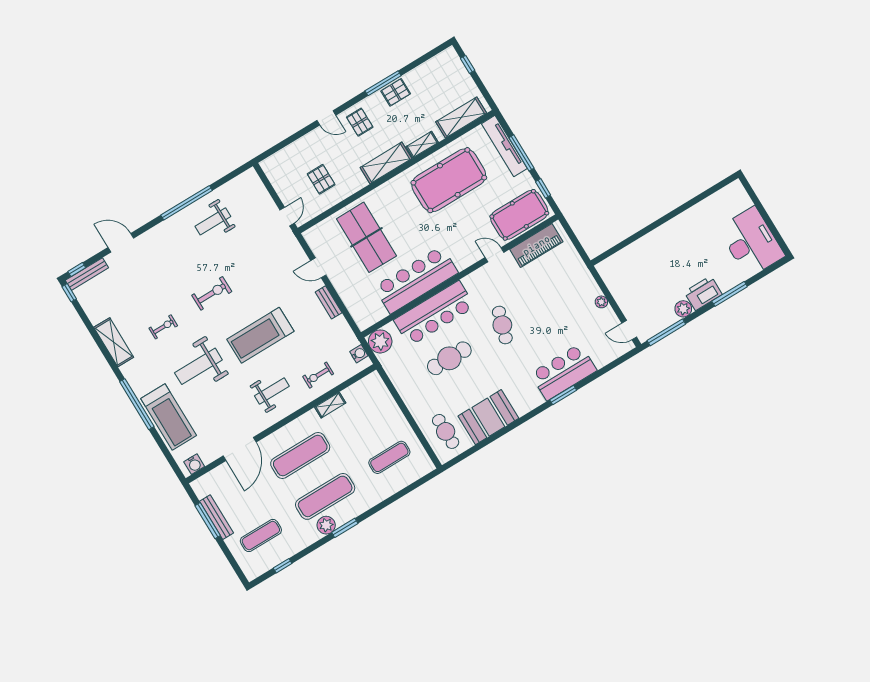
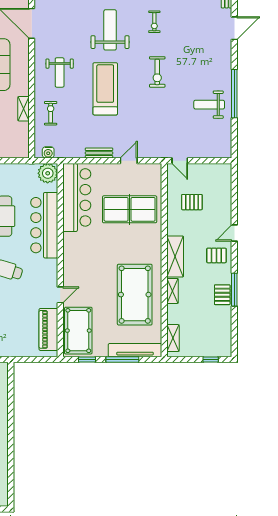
shelving: (461, 117) -> (173, 338), width x0.67, depth x0.75
weight bench: (213, 221) -> (209, 105), turned -90
bar counter: (416, 280) -> (77, 197), moved

